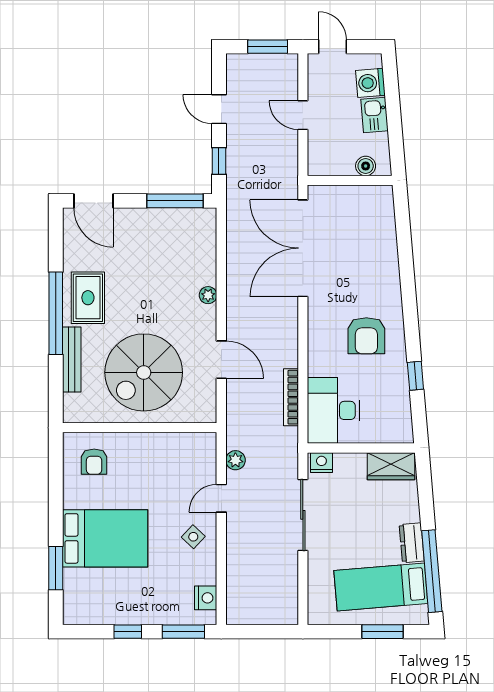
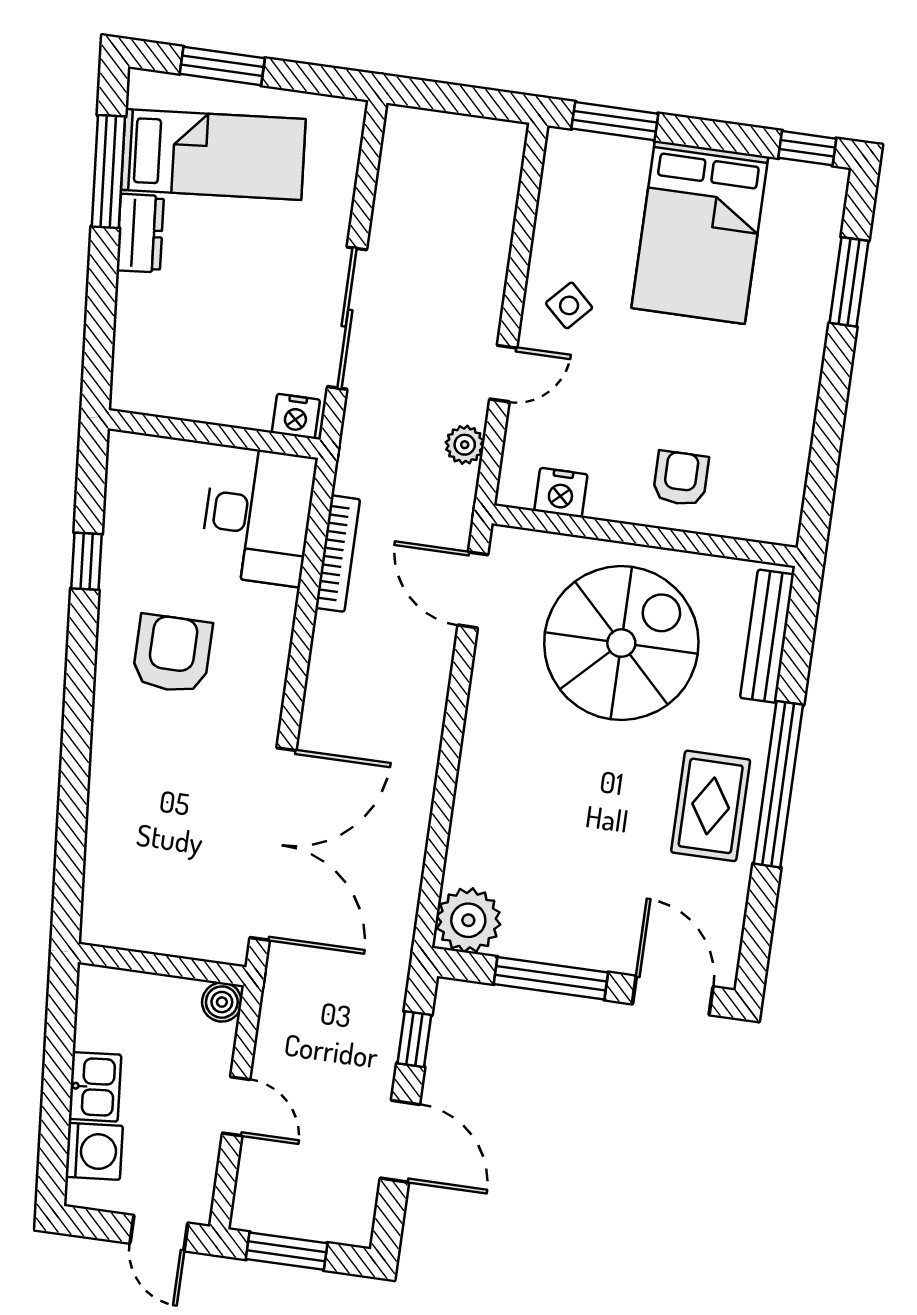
door: (219, 109) -> (400, 1141), width x1.38
boiler: (366, 166) -> (222, 1002), moved
window: (175, 201) -> (551, 978), moved
plant: (208, 295) -> (468, 920), moved, width x1.88, depth x1.88
bench: (72, 359) -> (767, 636), moved
door: (221, 360) -> (473, 590), moved
armchair: (94, 462) -> (681, 478), moved
wardrobe: (391, 466) -> (160, 390), removed
bed: (105, 538) -> (700, 232), moved, turned -90
window: (432, 571) -> (108, 172), width x0.68
nightstand: (206, 598) -> (561, 493), moved, turned -90
window: (128, 632) -> (807, 148), moved

